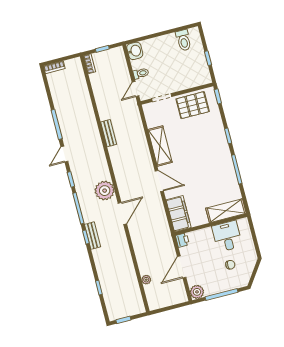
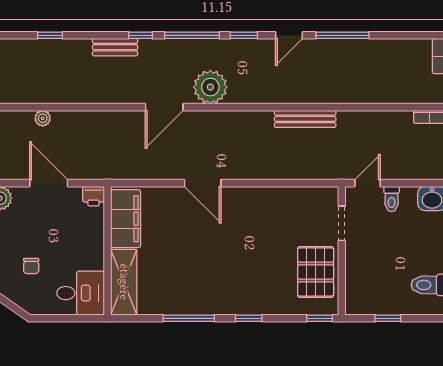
door: (136, 89) -> (368, 183), hinge flipped
bench: (109, 133) -> (305, 119), width x1.36
shelving: (160, 146) -> (261, 200), removed
door: (64, 154) -> (289, 35), swing flipped
door: (159, 181) -> (203, 183), hinge flipped
door: (122, 213) -> (164, 107), hinge flipped
filing cabinet: (179, 214) -> (126, 219), moved, turned -90
bench: (92, 236) -> (115, 47), moved
desk: (227, 236) -> (81, 293), moved

